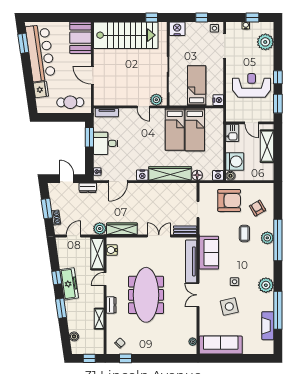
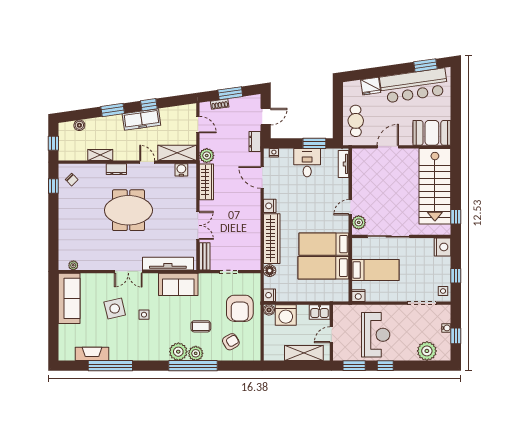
plant: (266, 285) -> (178, 352), moved
meeting table: (146, 295) -> (128, 210), width x0.73
double door: (198, 295) -> (128, 272), swing flipped

